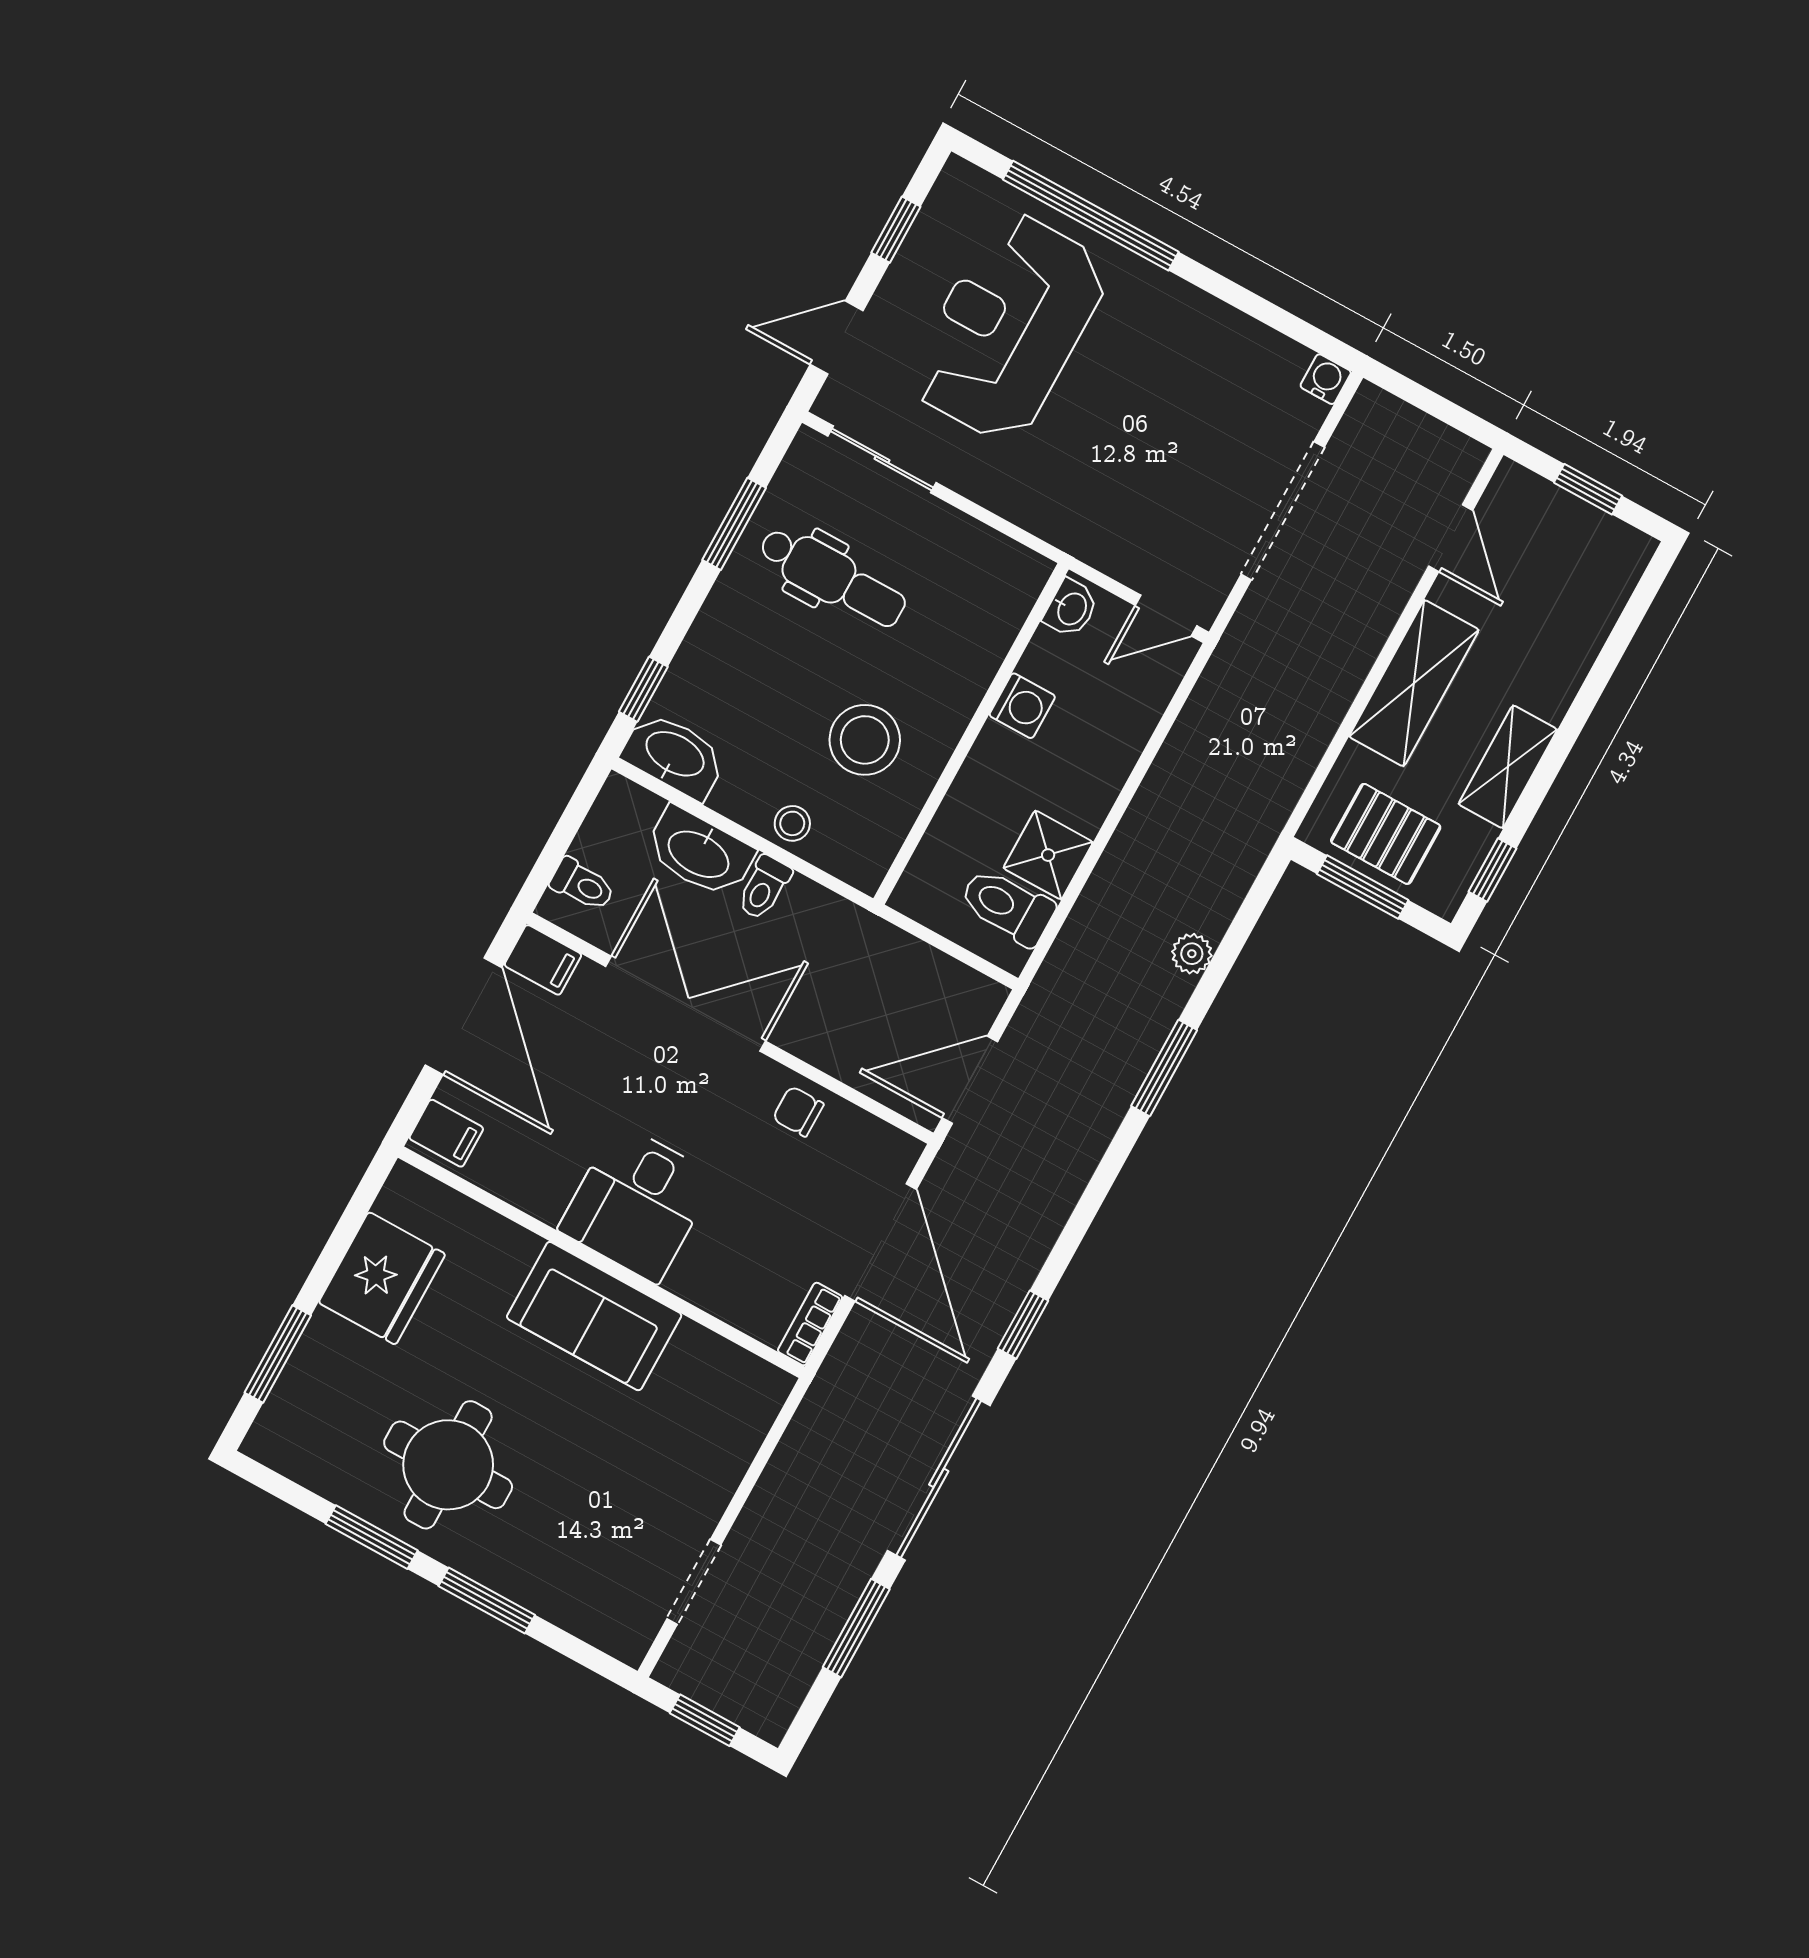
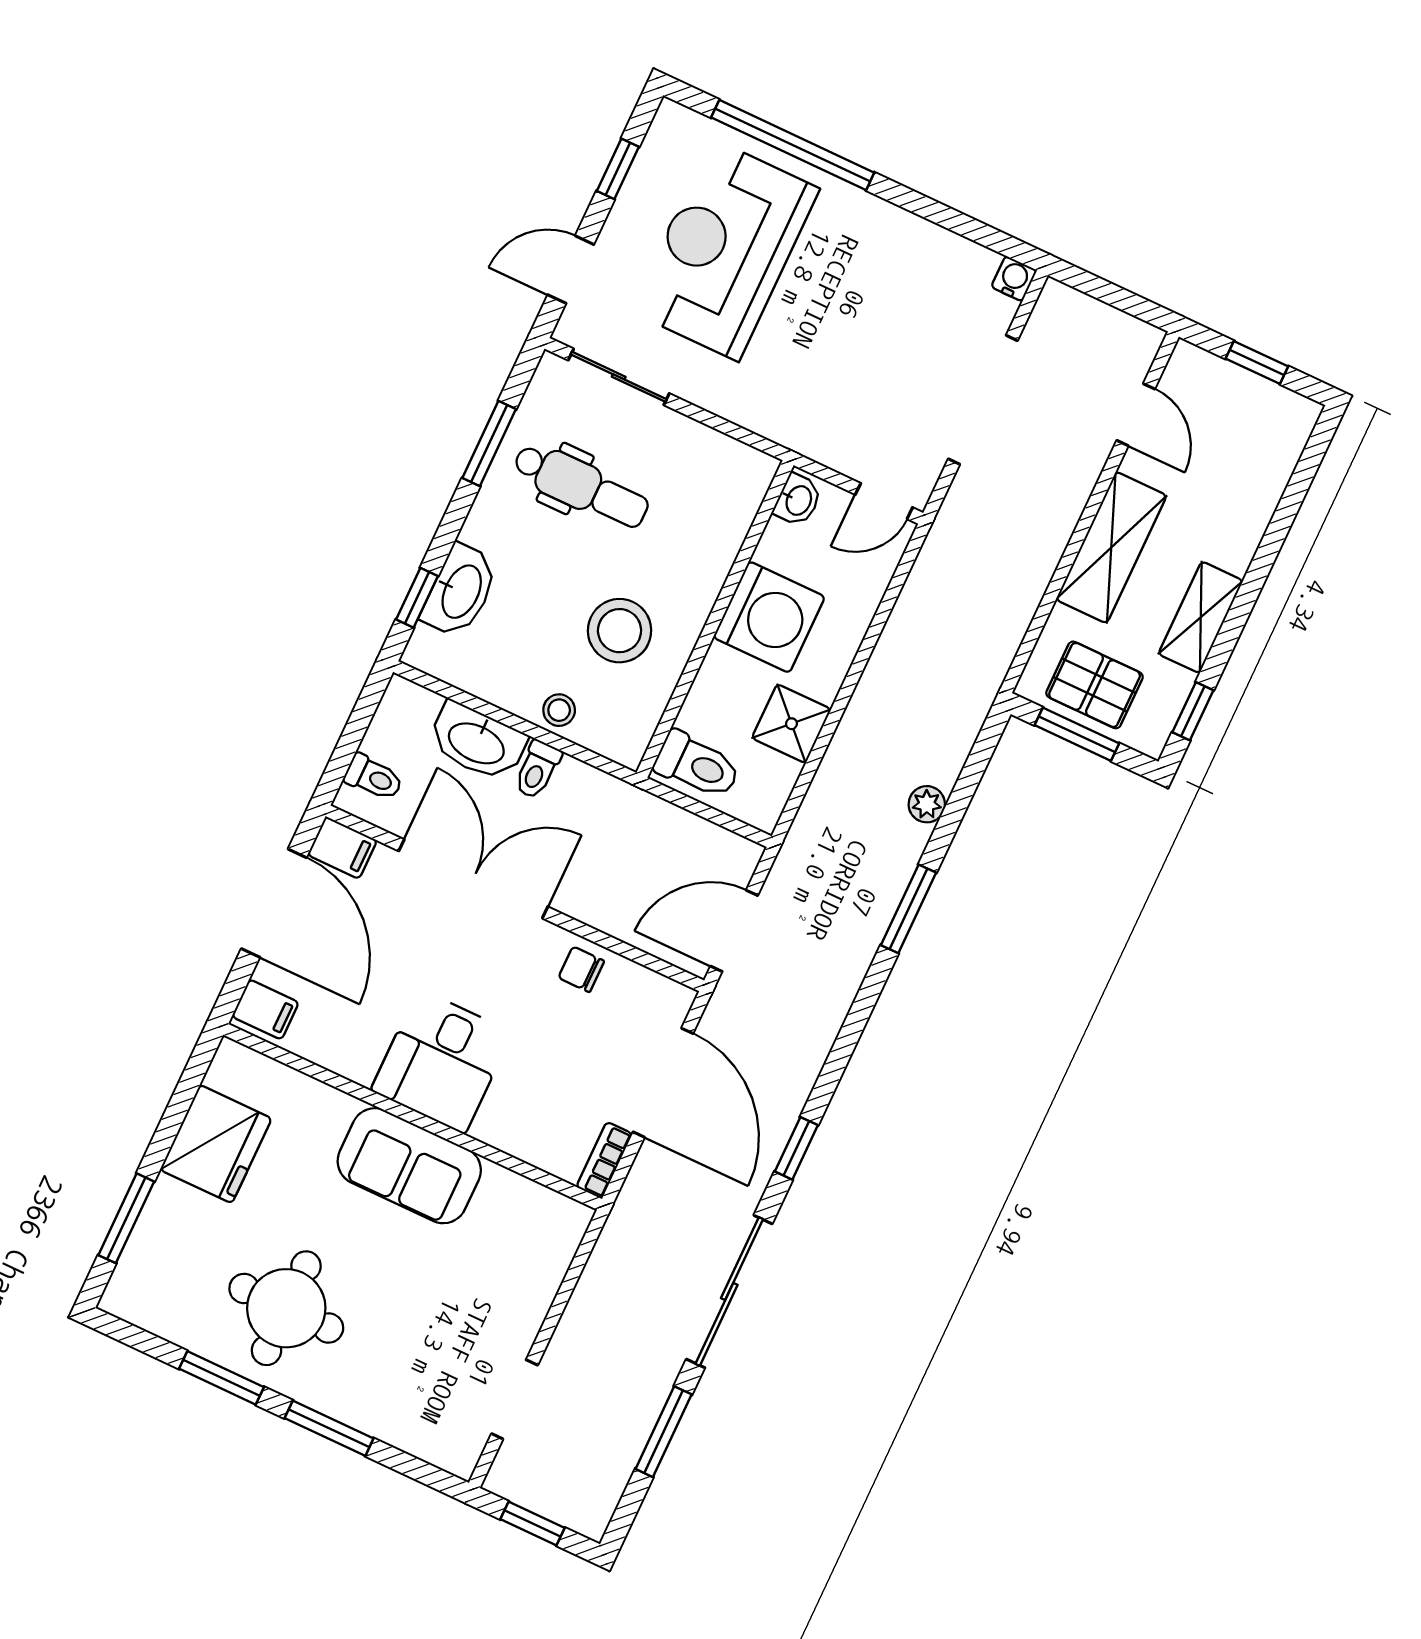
washing machine: (1022, 706) -> (769, 617), width x1.89, depth x1.89
washbasin: (674, 755) -> (460, 591), moved, turned 90
toilet: (1007, 906) -> (697, 765), moved, turned 180

